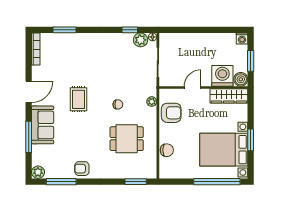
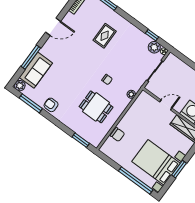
rug: (78, 99) -> (105, 36), moved
armchair: (171, 113) -> (139, 112), removed
sofa: (43, 125) -> (36, 70), moved

